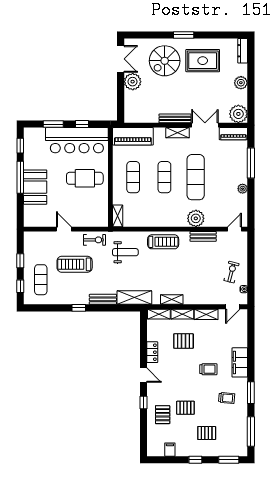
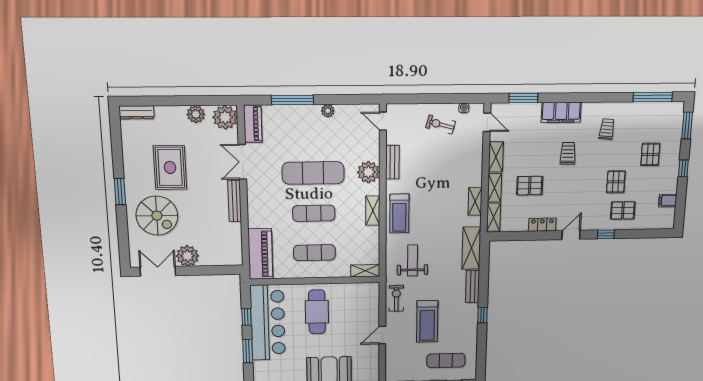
rug: (203, 61) -> (170, 167), moved
plant: (241, 83) -> (196, 114), moved
shelving: (178, 133) -> (373, 211), moved
treadmill: (163, 242) -> (399, 213), turned 180
pallet: (184, 341) -> (530, 186), turned 90
window: (251, 393) -> (523, 98), moved

